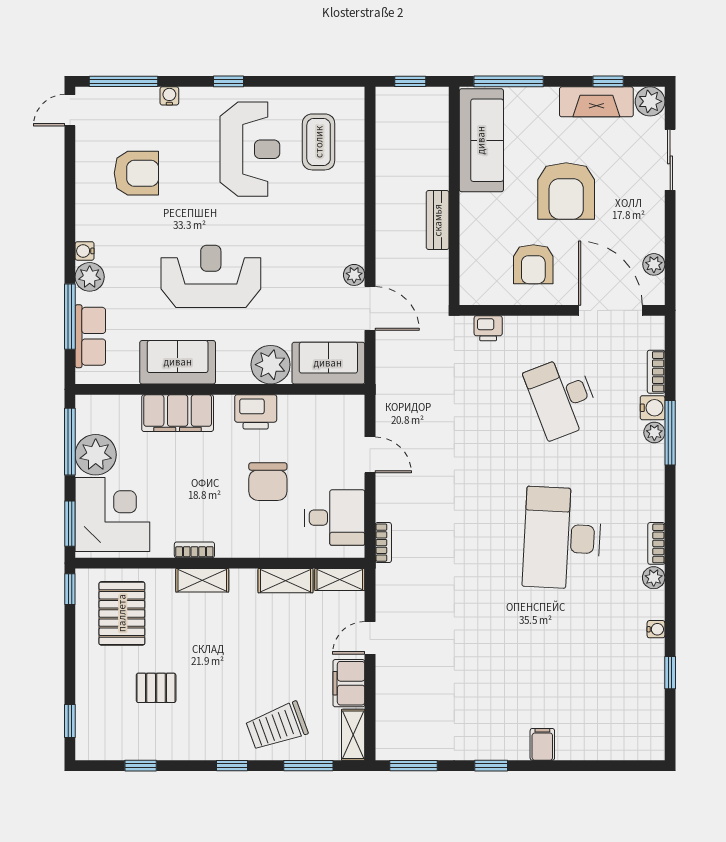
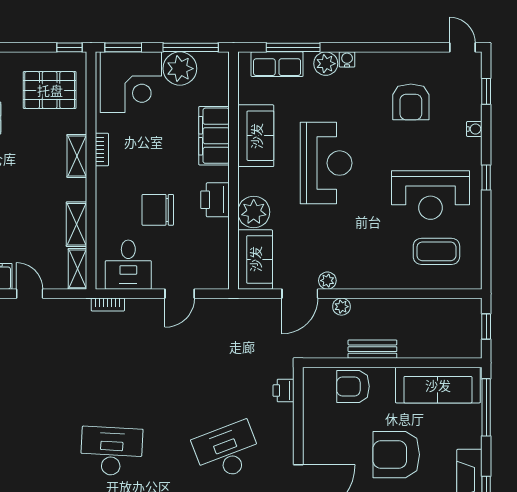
window: (124, 81) -> (486, 91), width x0.46
plant: (386, 258) -> (341, 307), added
armchair: (533, 264) -> (353, 386), moved
desk: (562, 538) -> (111, 451), width x0.73, depth x0.77

